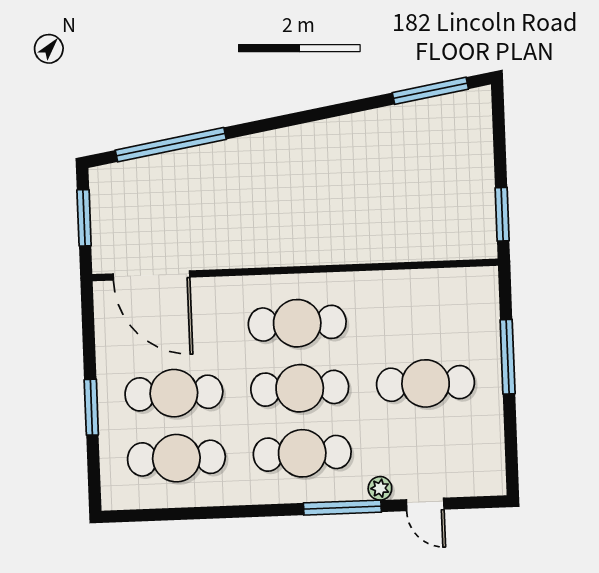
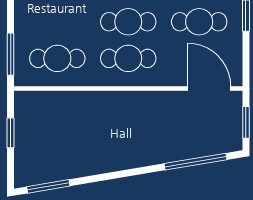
window: (502, 214) -> (11, 133), moved
window: (508, 357) -> (11, 54), moved
cafe table: (426, 383) -> (57, 58), moved

